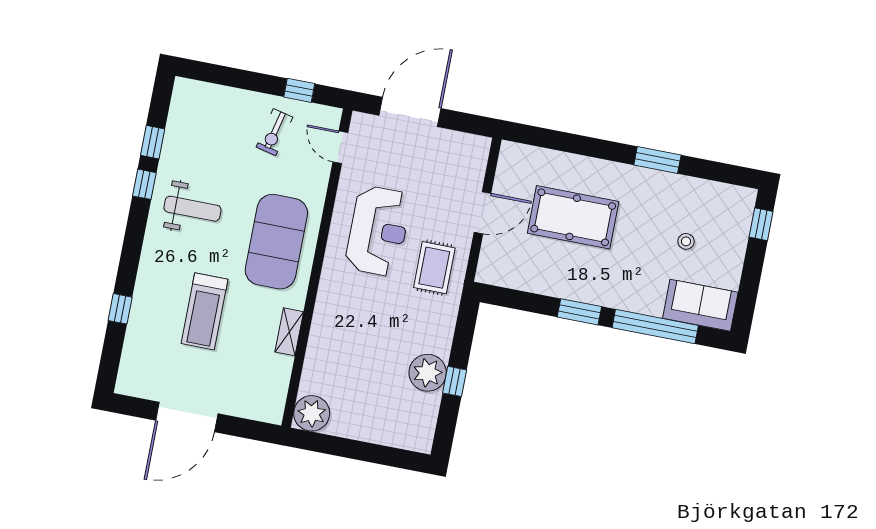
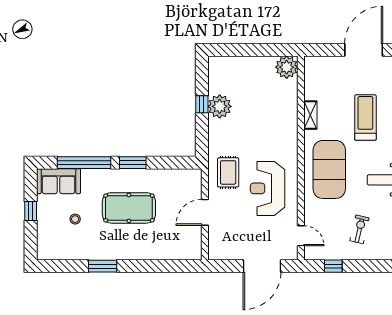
exercise bike: (274, 132) -> (360, 229), moved
pool table: (573, 217) -> (129, 208), moved
window: (761, 224) -> (31, 211), moved

